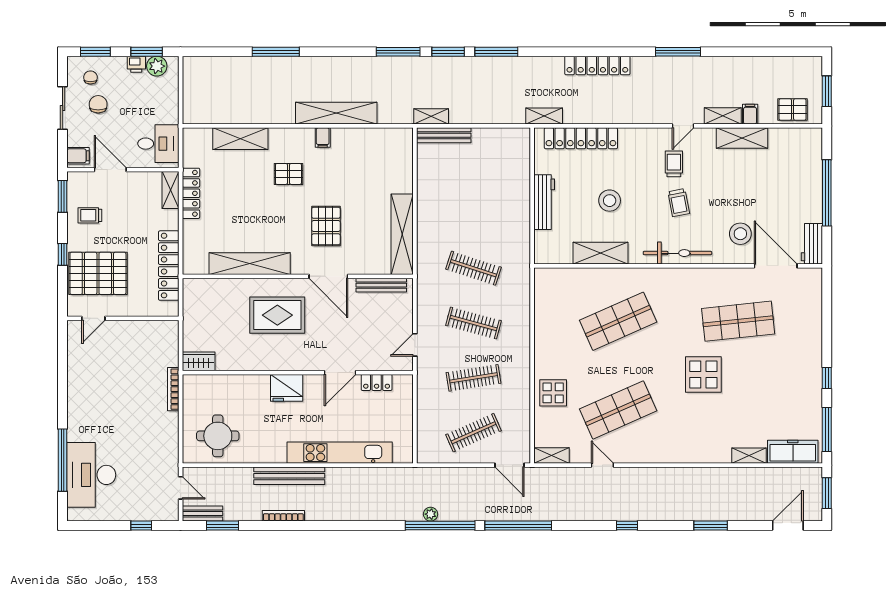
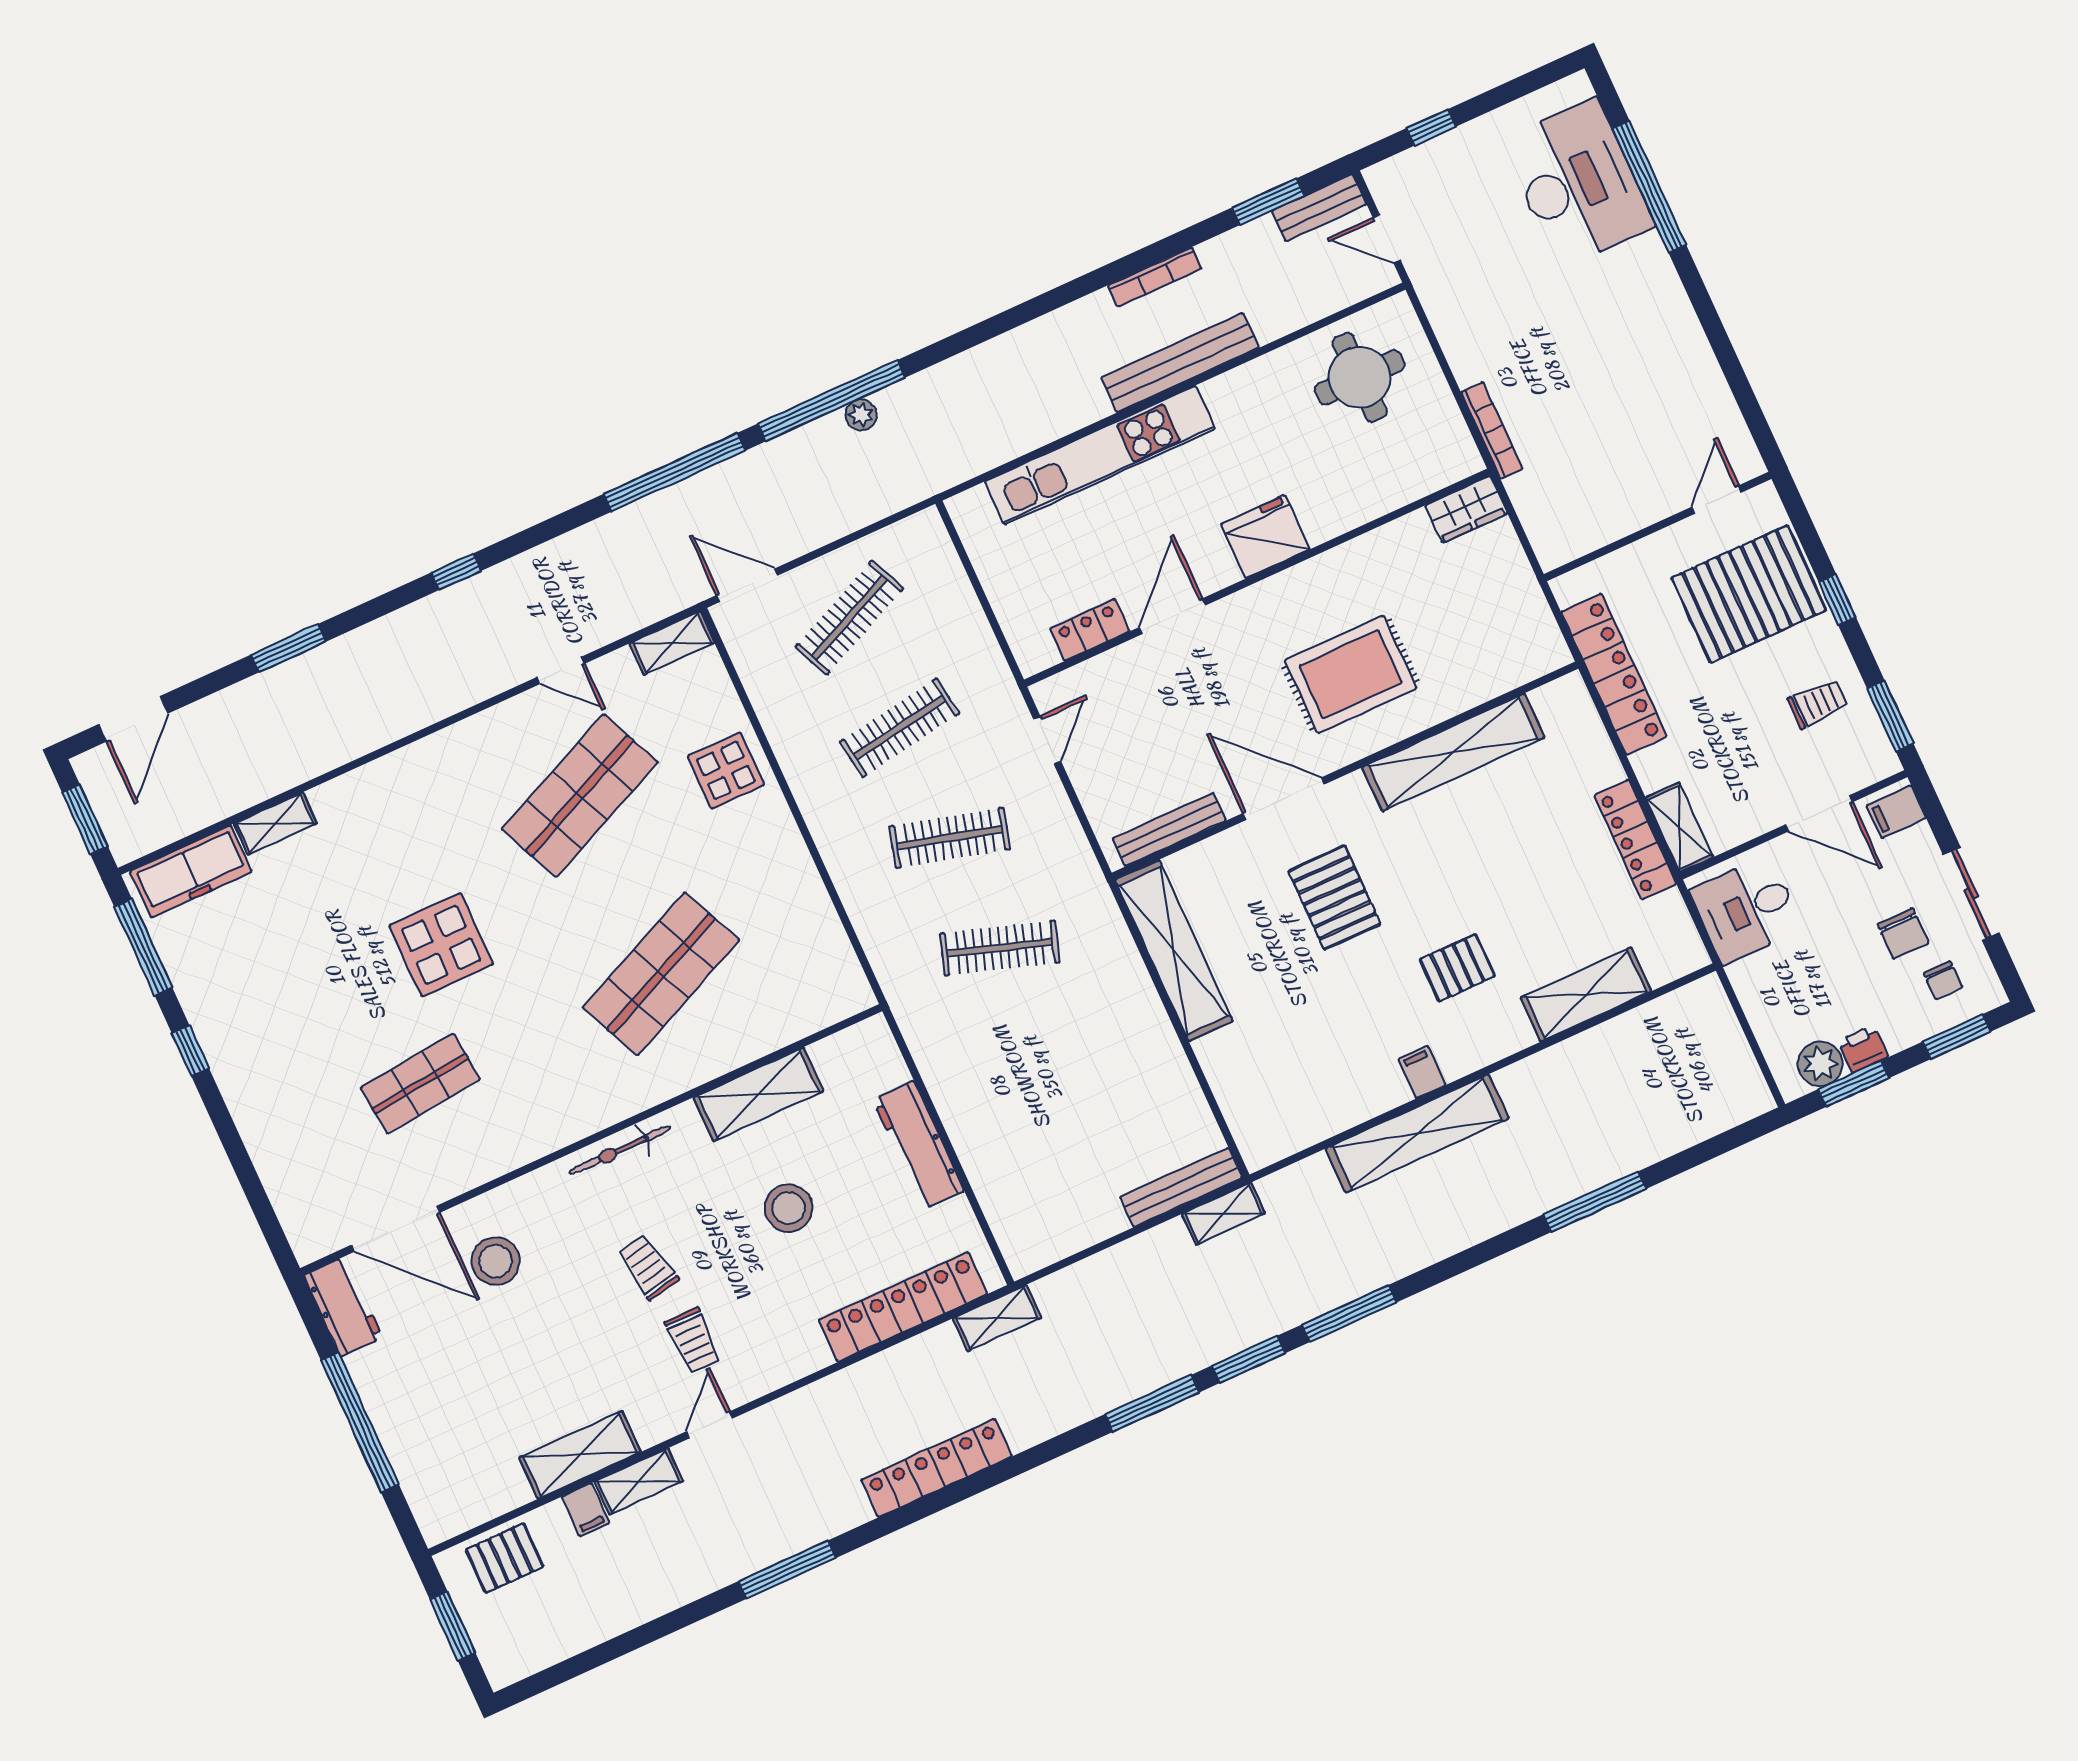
bicycle: (677, 253) -> (620, 1150), width x0.73, depth x0.71
shop shelf: (738, 321) -> (420, 1084), width x0.70, depth x0.74

